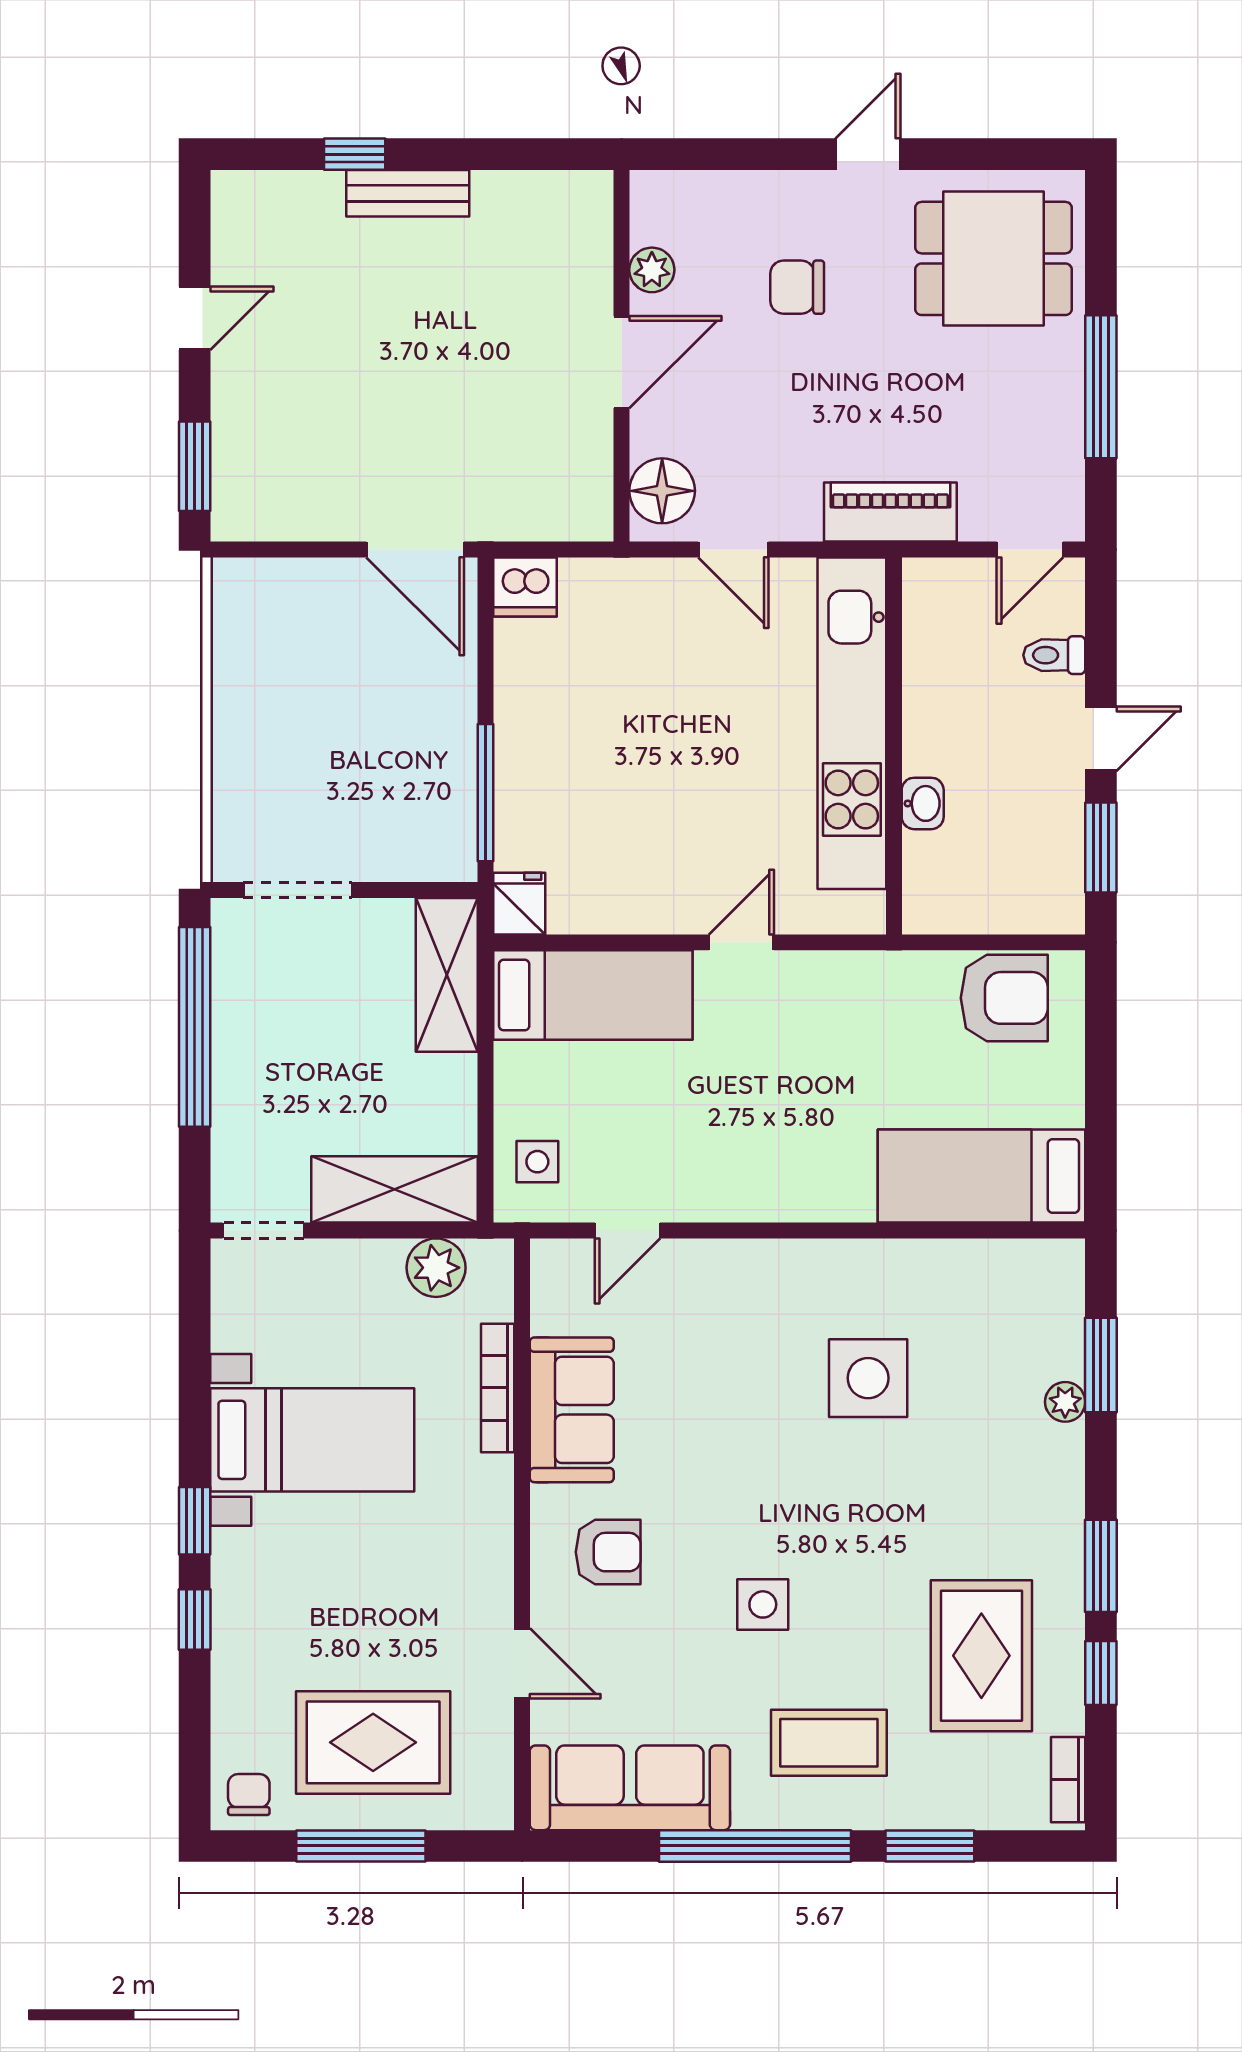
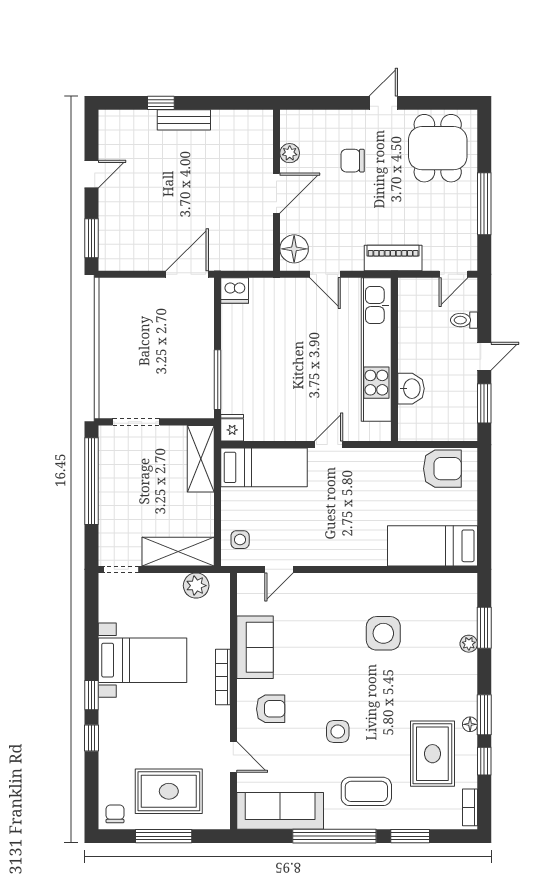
dining table: (993, 258) -> (438, 148), turned 90
door: (415, 550) -> (187, 274), swing flipped
washbasin: (923, 803) -> (411, 389), width x1.38, depth x1.45
bookcase: (498, 1388) -> (223, 677), moved
floor lamp: (1068, 1588) -> (470, 724), added

